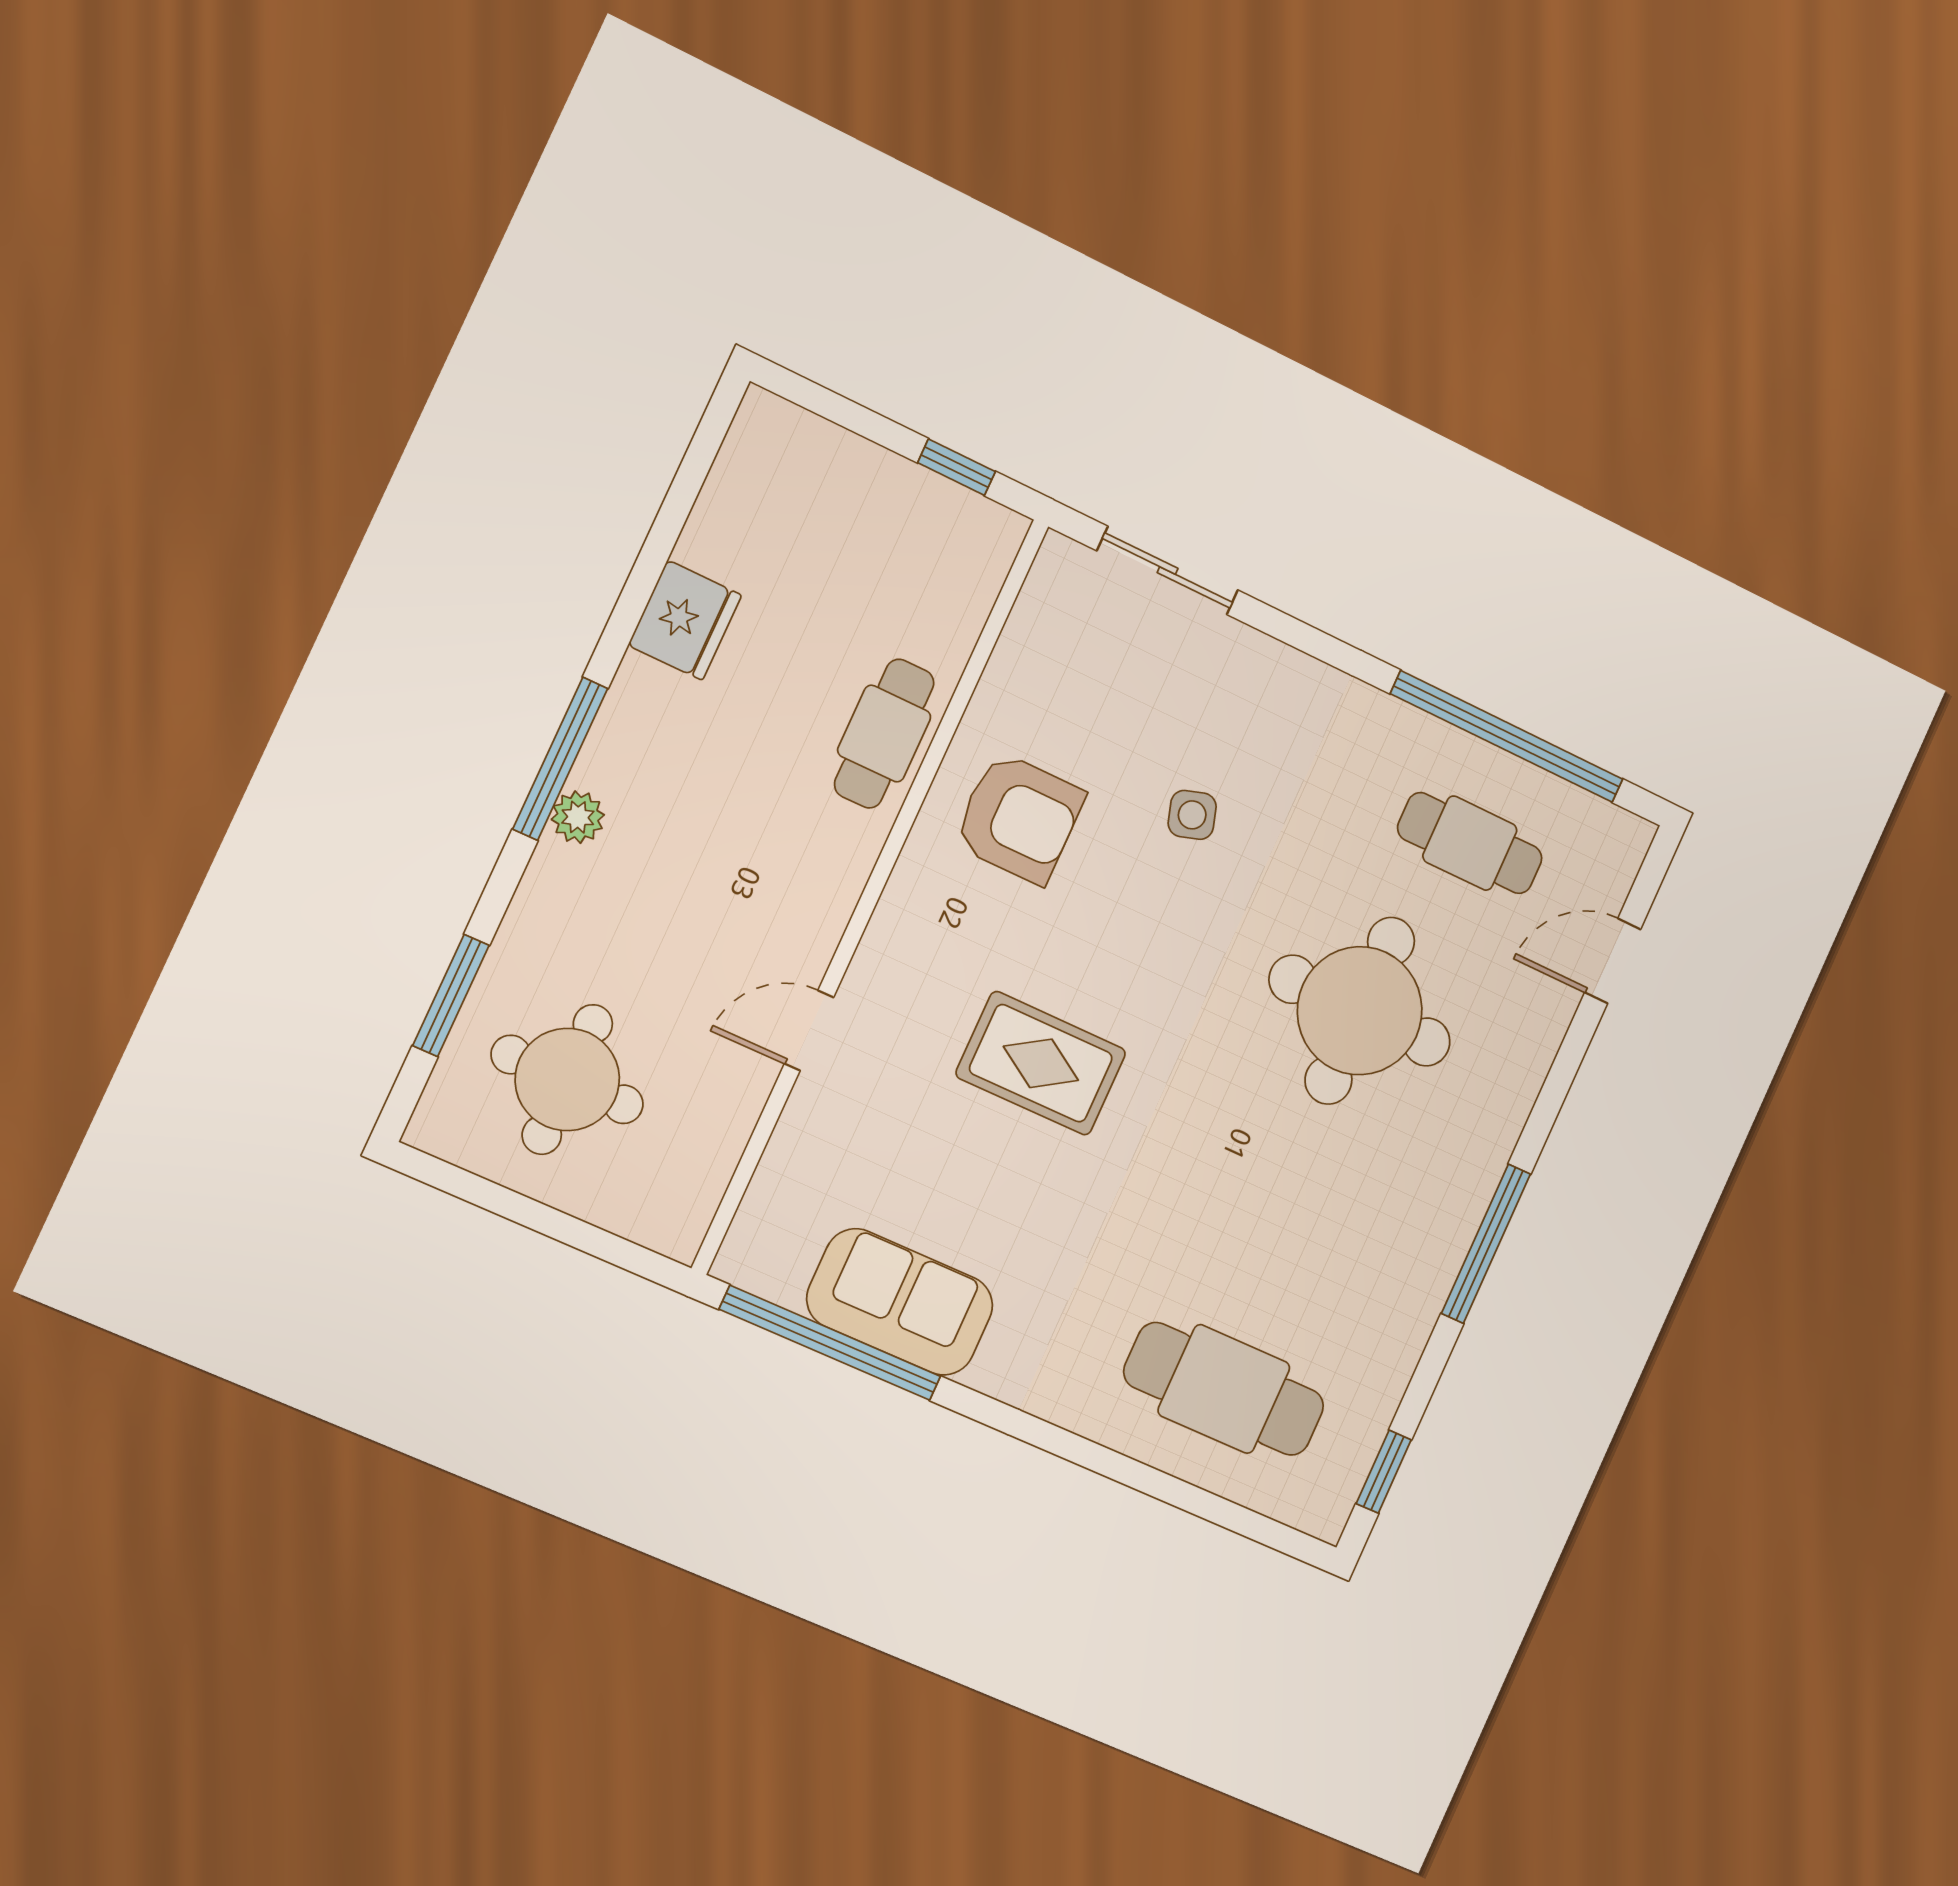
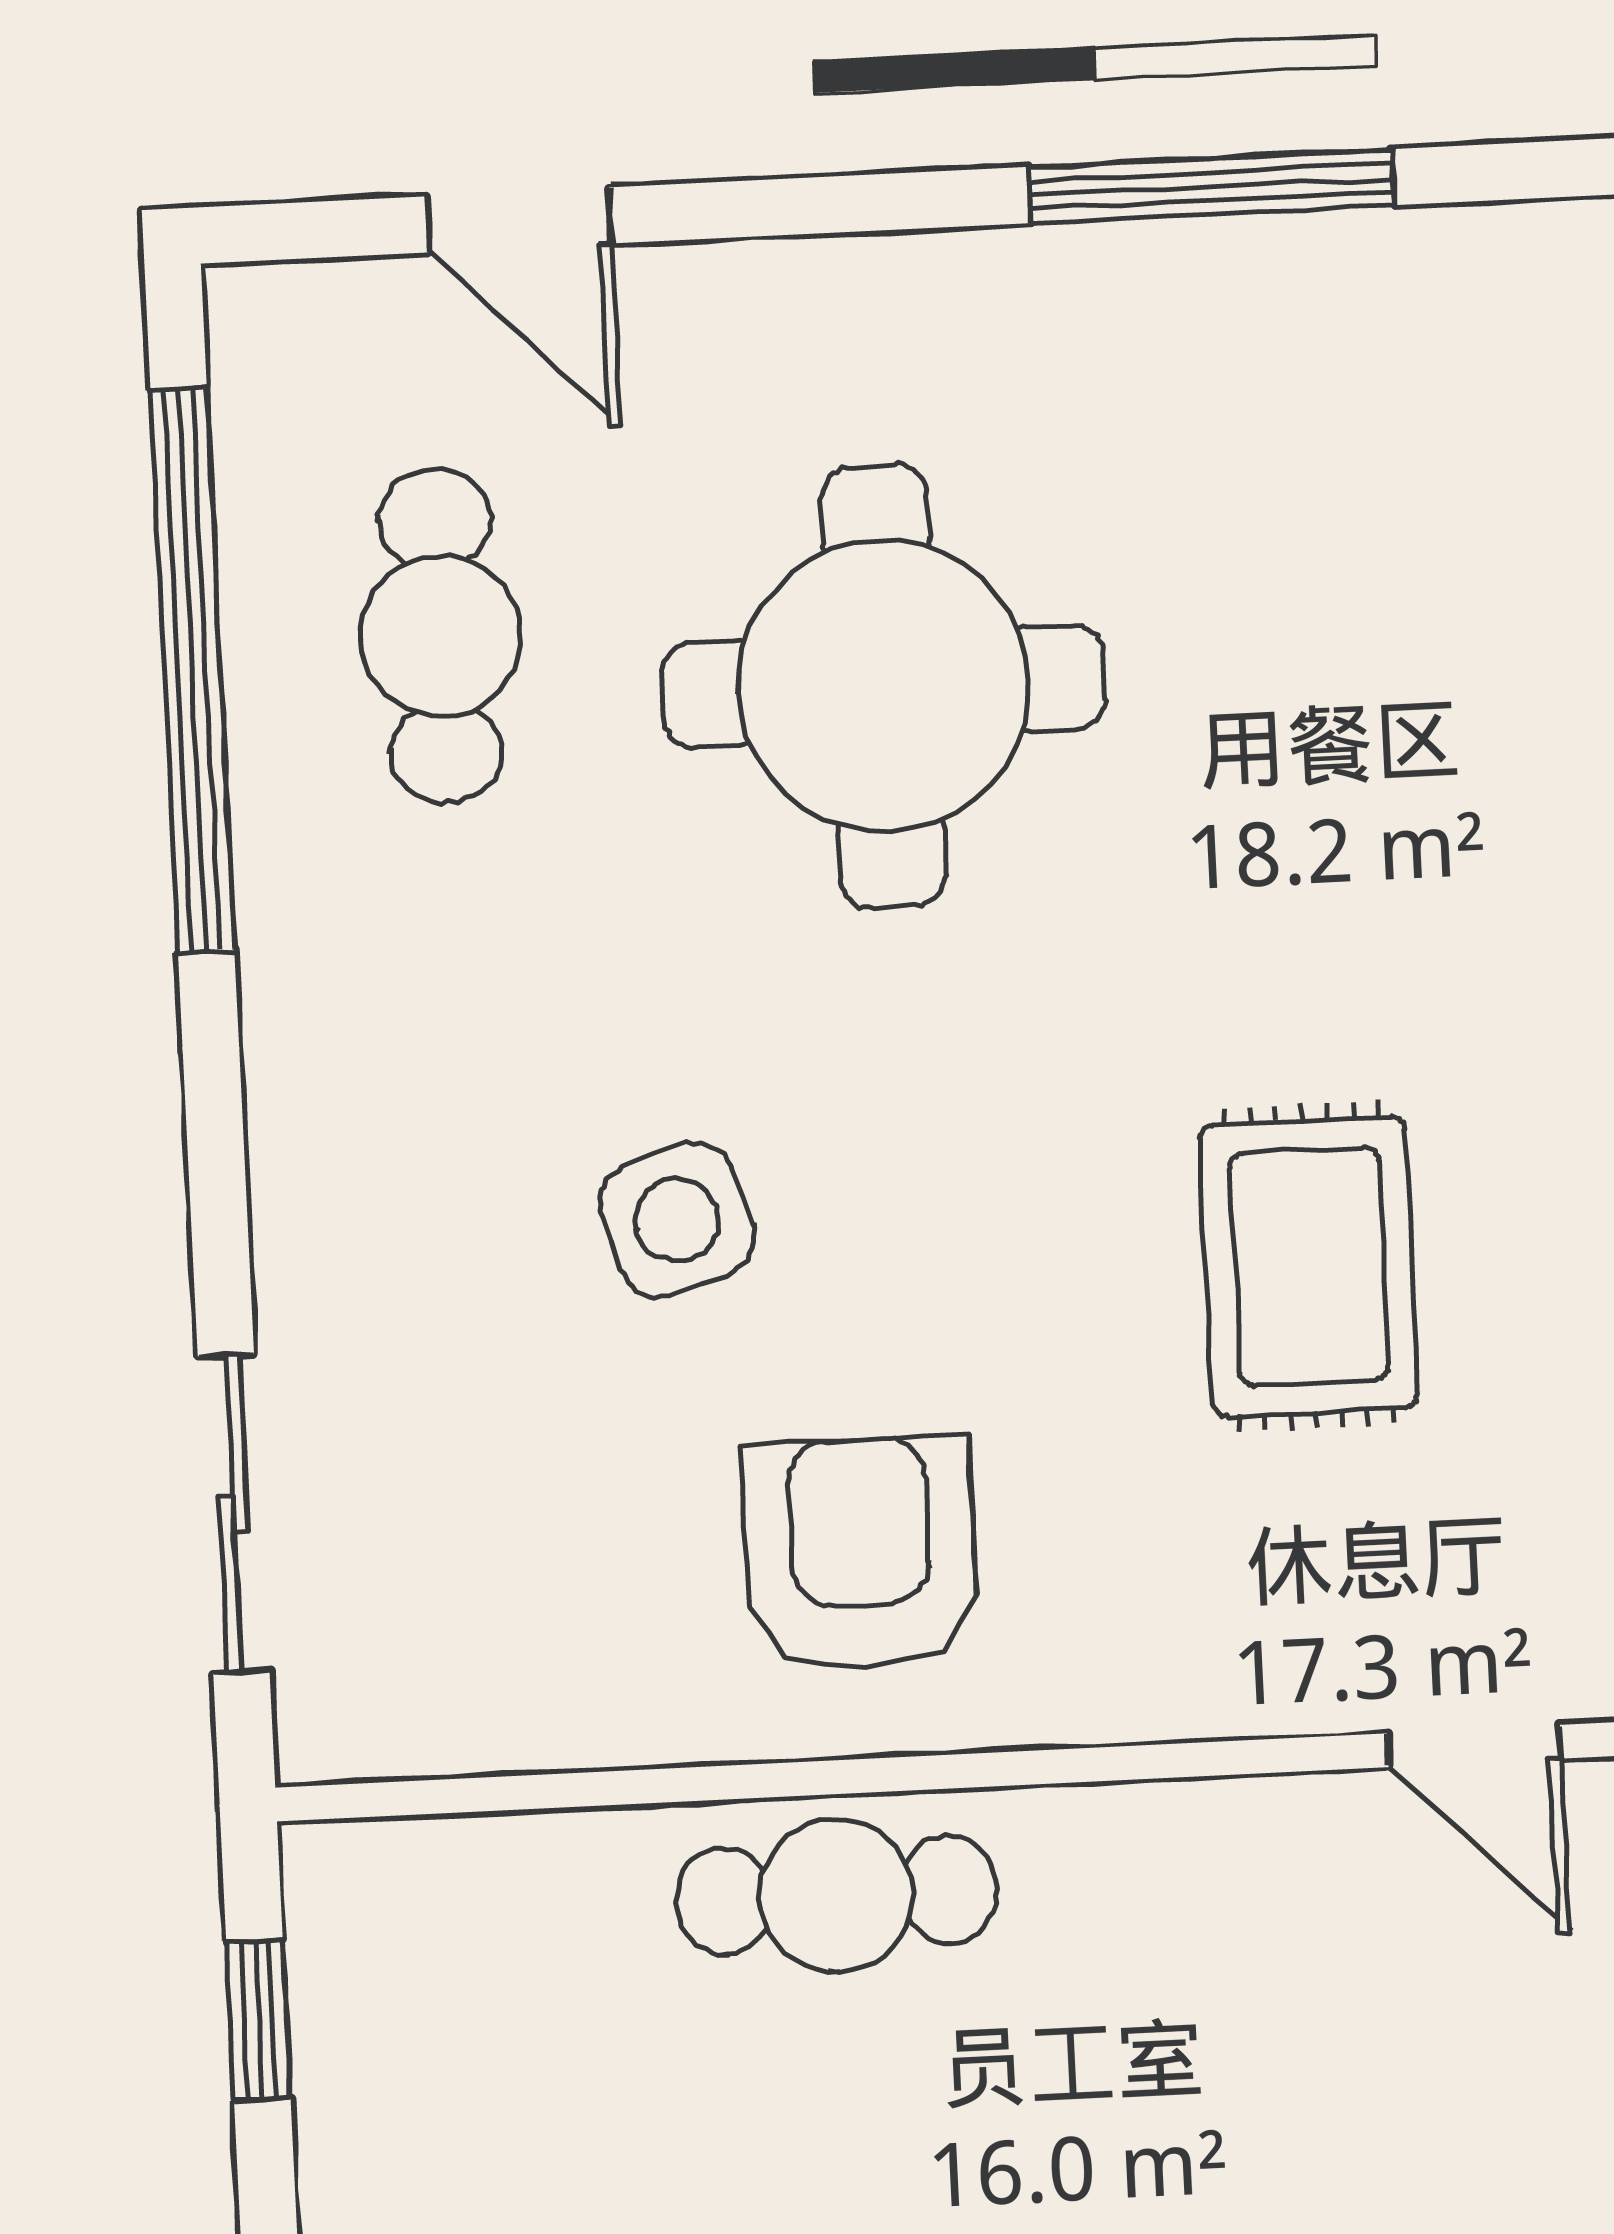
side table: (1192, 815) -> (677, 1220), width x1.37, depth x1.37

